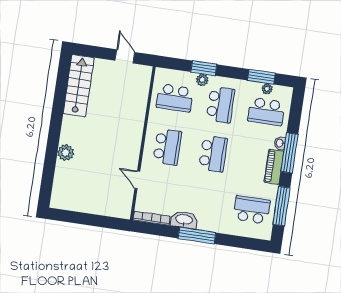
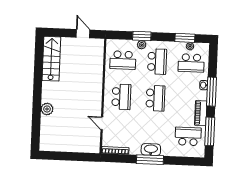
piano: (274, 167) -> (201, 113), moved
washbasin: (184, 220) -> (151, 150), moved

